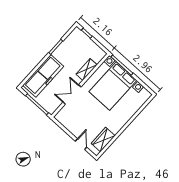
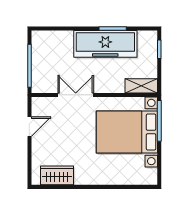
shelving: (87, 69) -> (141, 86), moved
freezer: (43, 76) -> (105, 44), moved
door: (81, 144) -> (29, 127), moved

